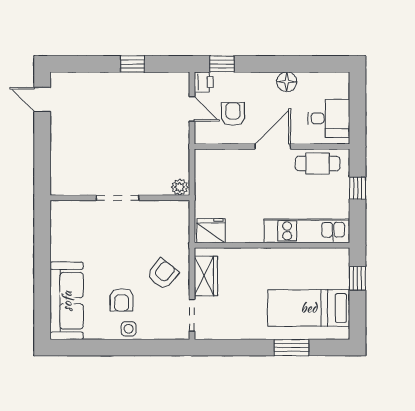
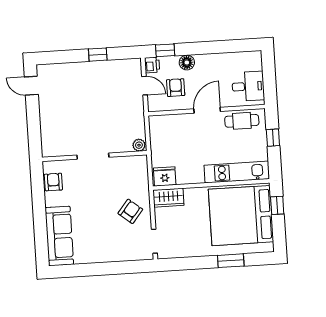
floor lamp: (287, 82) -> (187, 63), moved
wardrobe: (206, 276) -> (168, 198), moved, turned 90
armchair: (122, 300) -> (53, 182), moved, turned 180
bed: (309, 308) -> (241, 216), width x2.04
side table: (129, 329) -> (107, 254), removed

